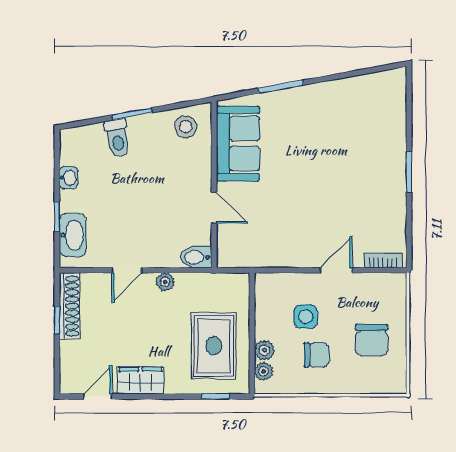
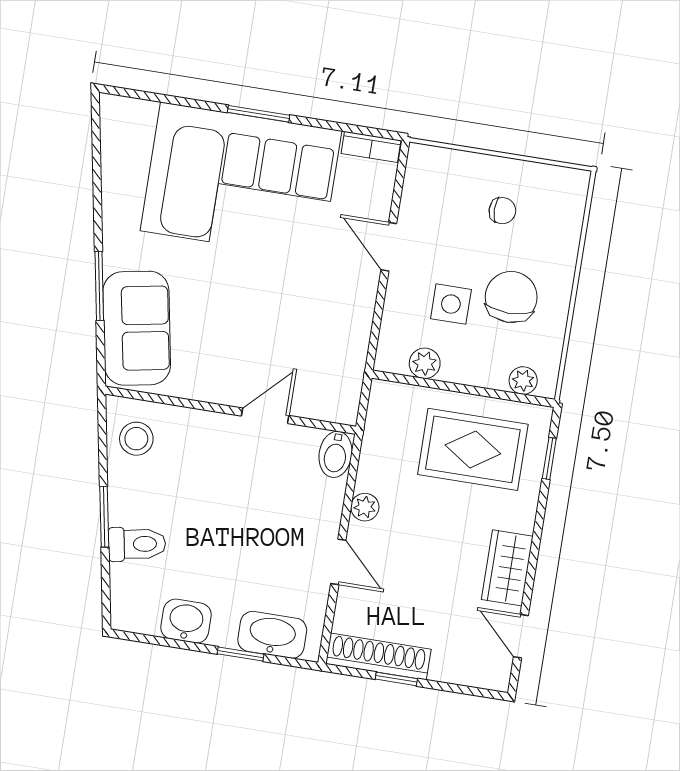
sofa: (238, 143) -> (137, 328), moved, turned 80
corner sofa: (364, 168) -> (241, 181), added
washbasin: (69, 178) -> (186, 621), width x1.38, depth x1.45
bookcase: (383, 260) -> (371, 147), moved, turned -90
chair: (372, 340) -> (502, 211), width x0.54, depth x0.54
plant: (264, 350) -> (425, 363), moved
chair: (316, 355) -> (511, 297), width x1.37, depth x1.37

